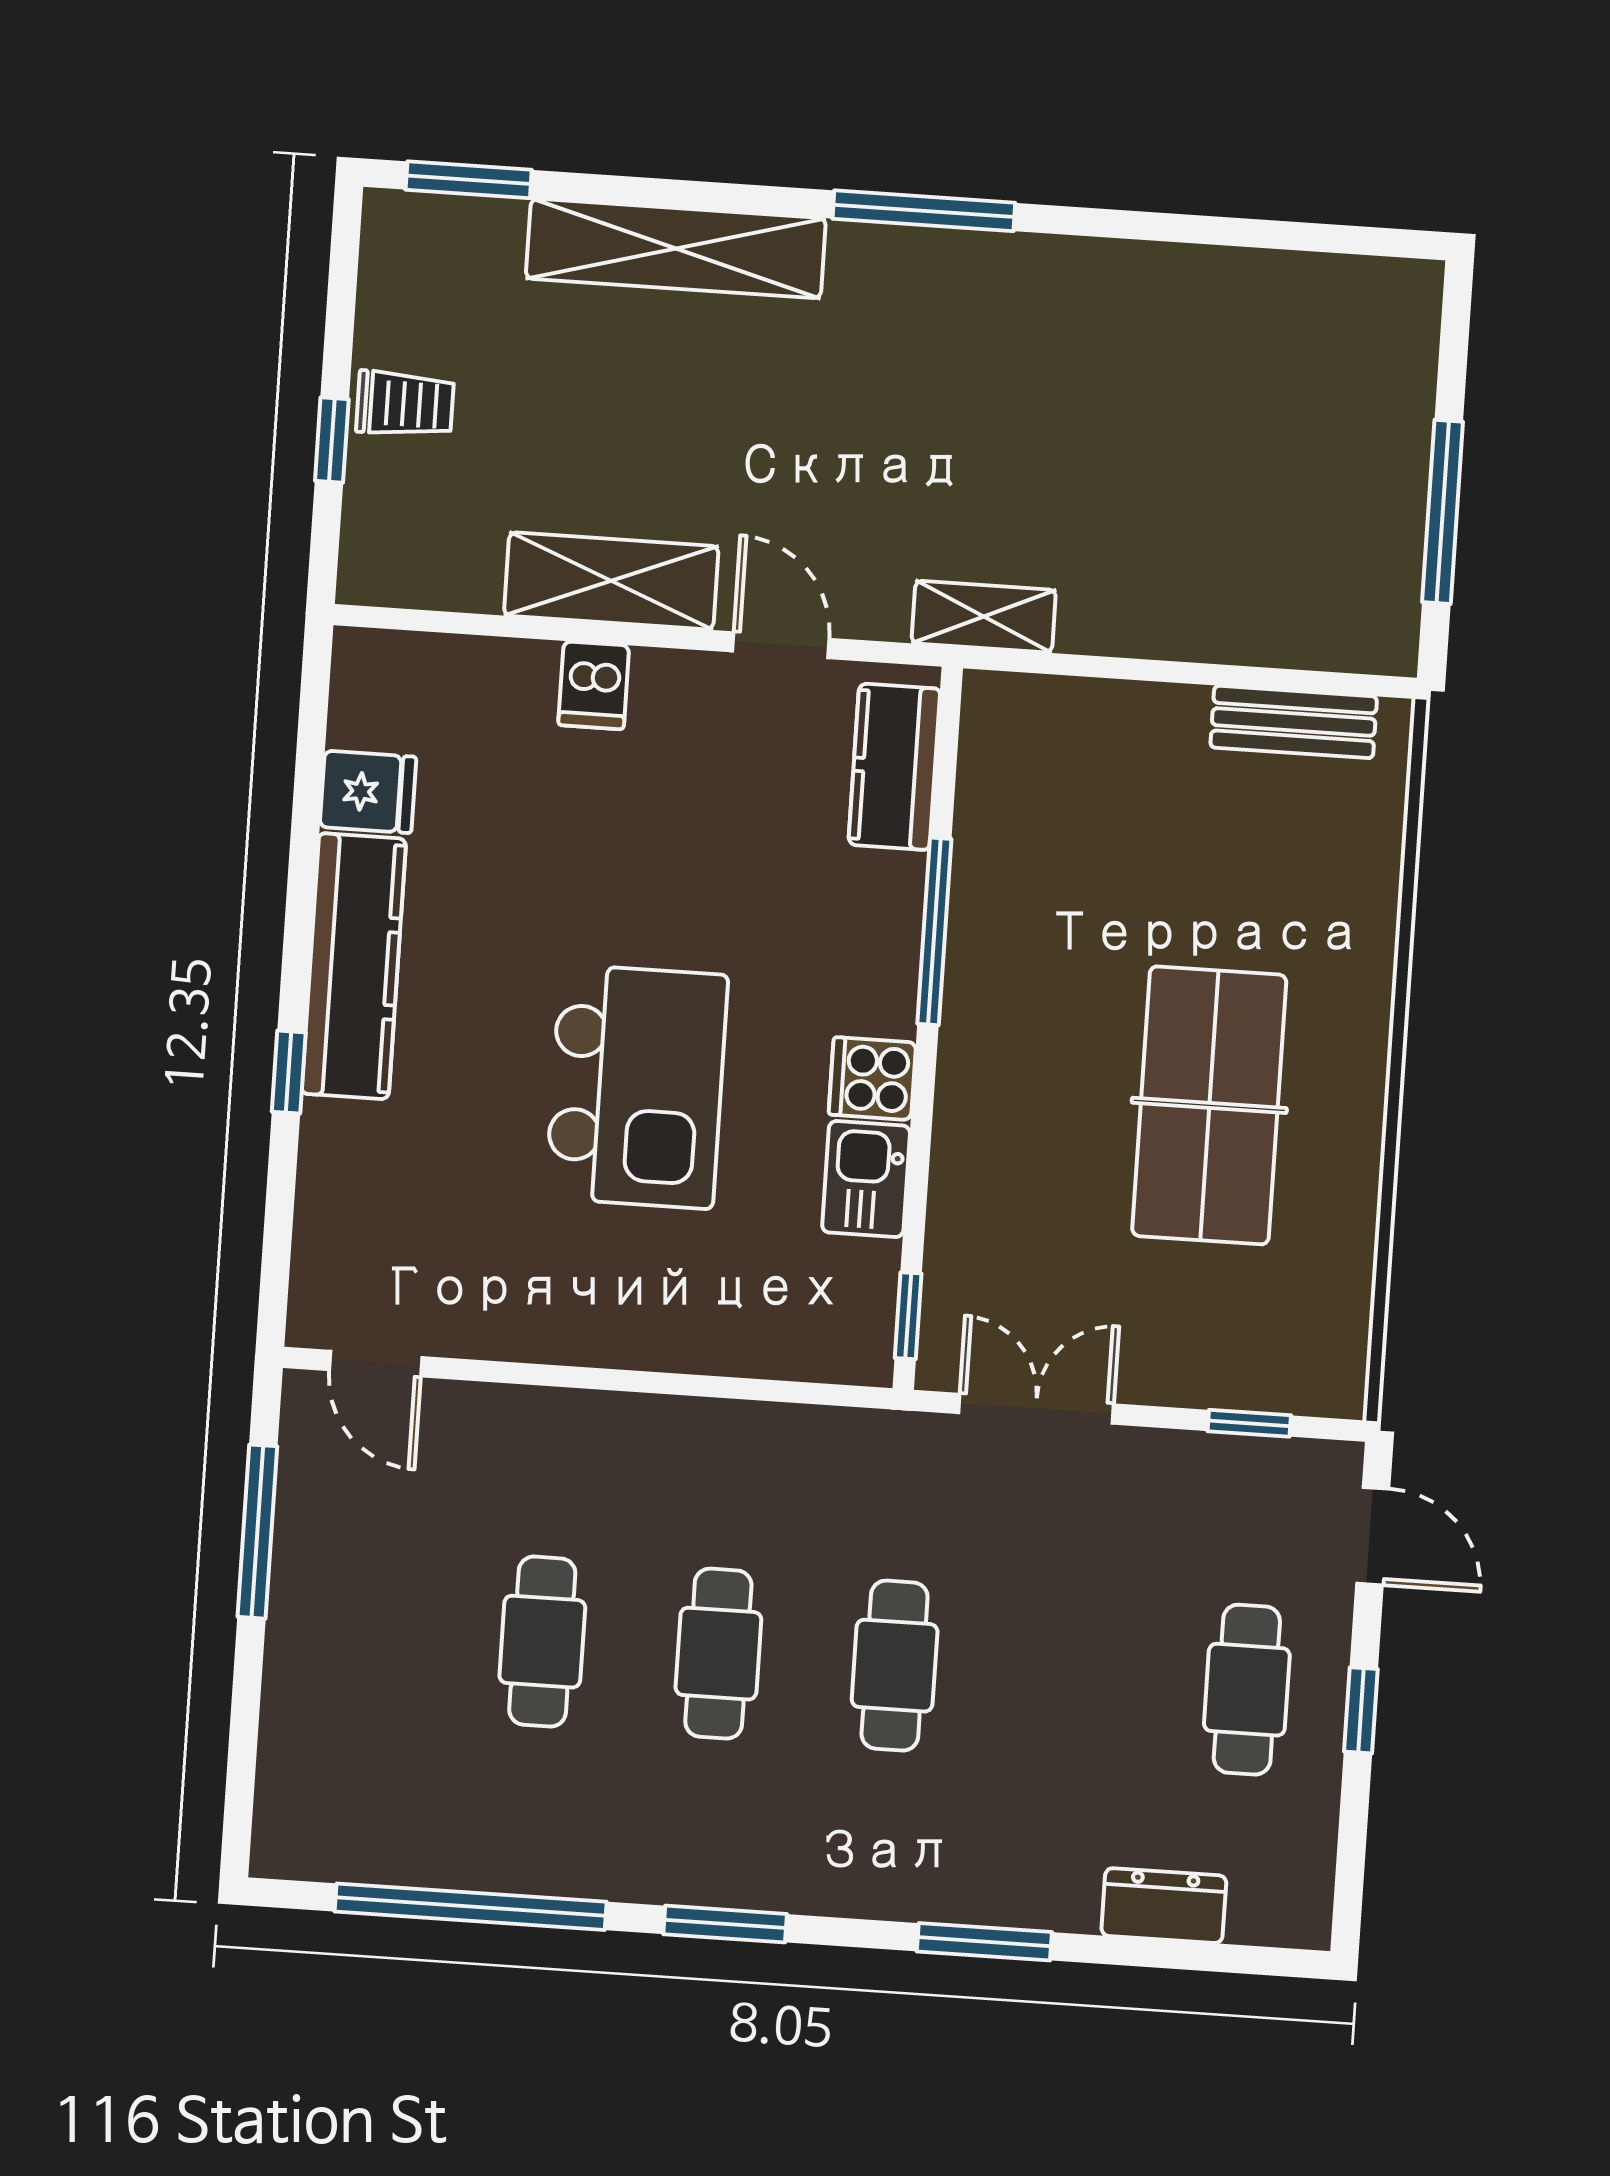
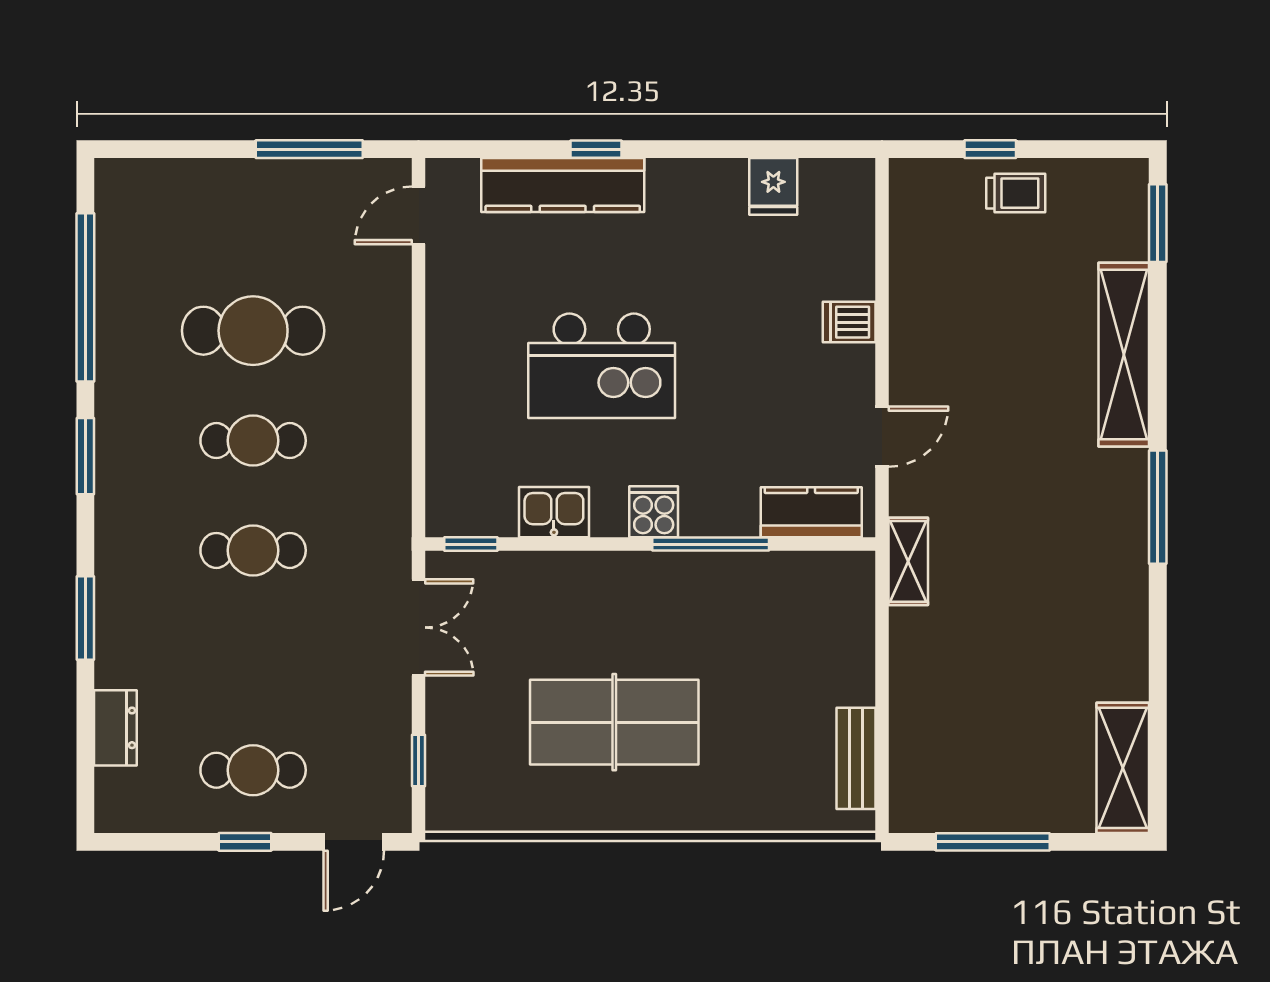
trolley: (405, 404) -> (1016, 193), turned -90
shelving: (611, 581) -> (1123, 768), moved
kitchen counter: (354, 966) -> (563, 185), moved
cooker: (872, 1079) -> (654, 512), moved
cafe table: (542, 1642) -> (253, 331), width x1.37, depth x1.35

